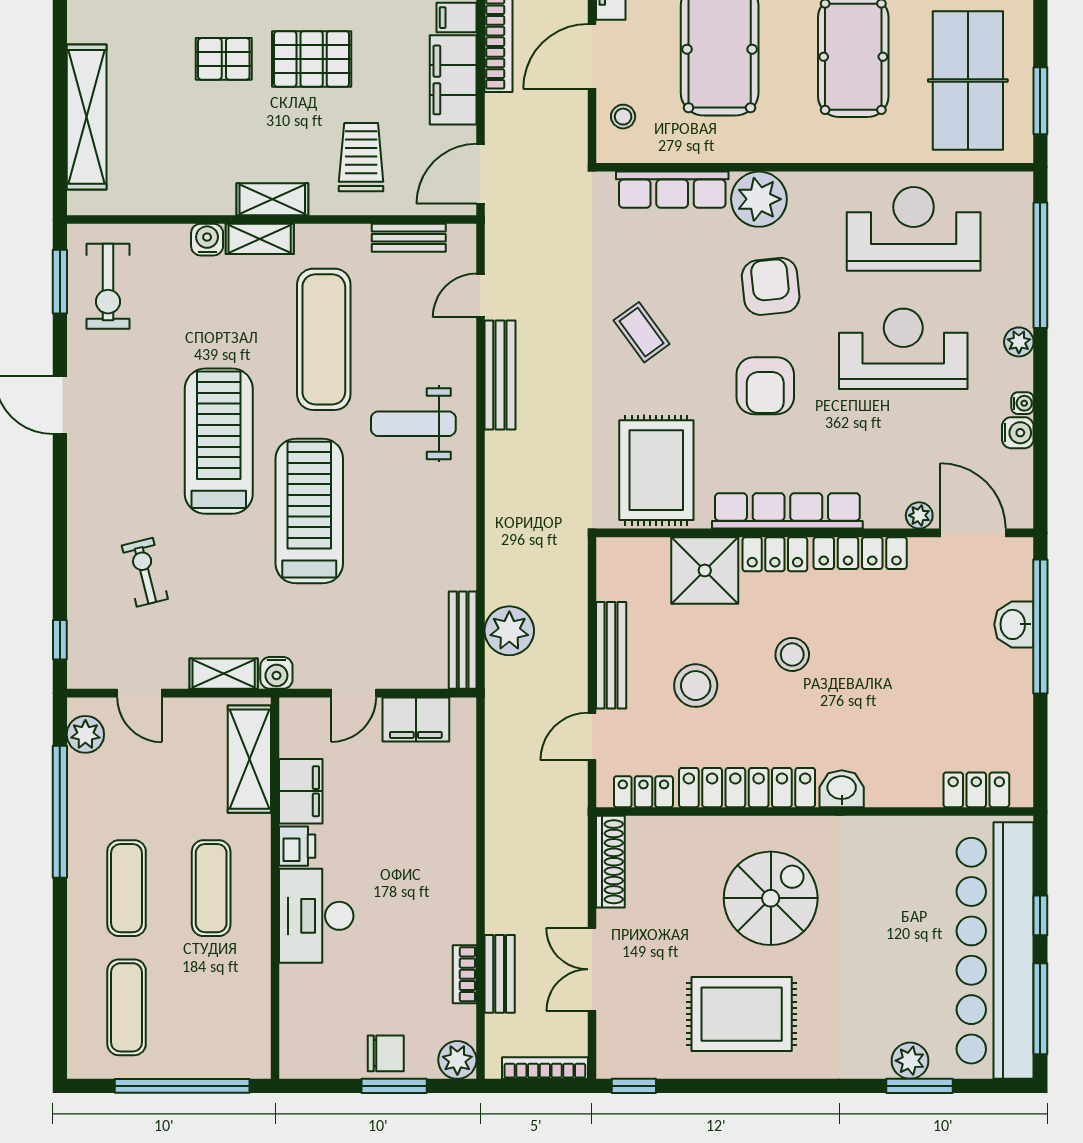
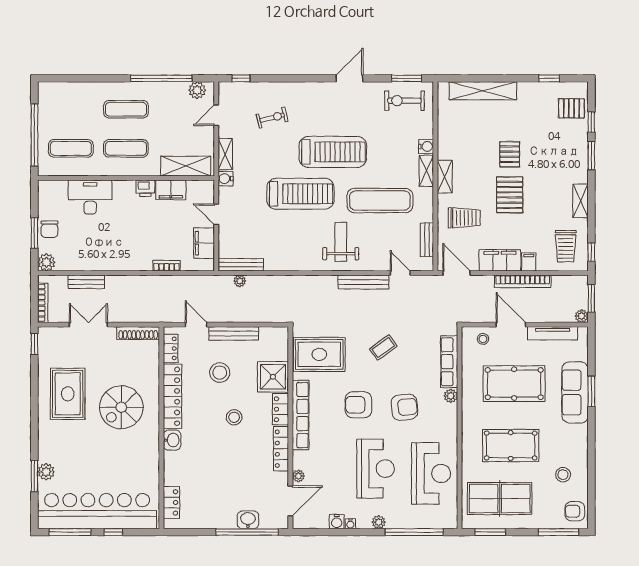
plant: (759, 199) -> (451, 396), width x0.53, depth x0.53
plant: (509, 631) -> (240, 281), width x0.53, depth x0.53
spiral stairs: (771, 898) -> (121, 407), turned 90
desk: (316, 916) -> (90, 197), moved
bookcase: (465, 974) -> (167, 266), moved
exercise mat: (127, 1007) -> (71, 148), moved

